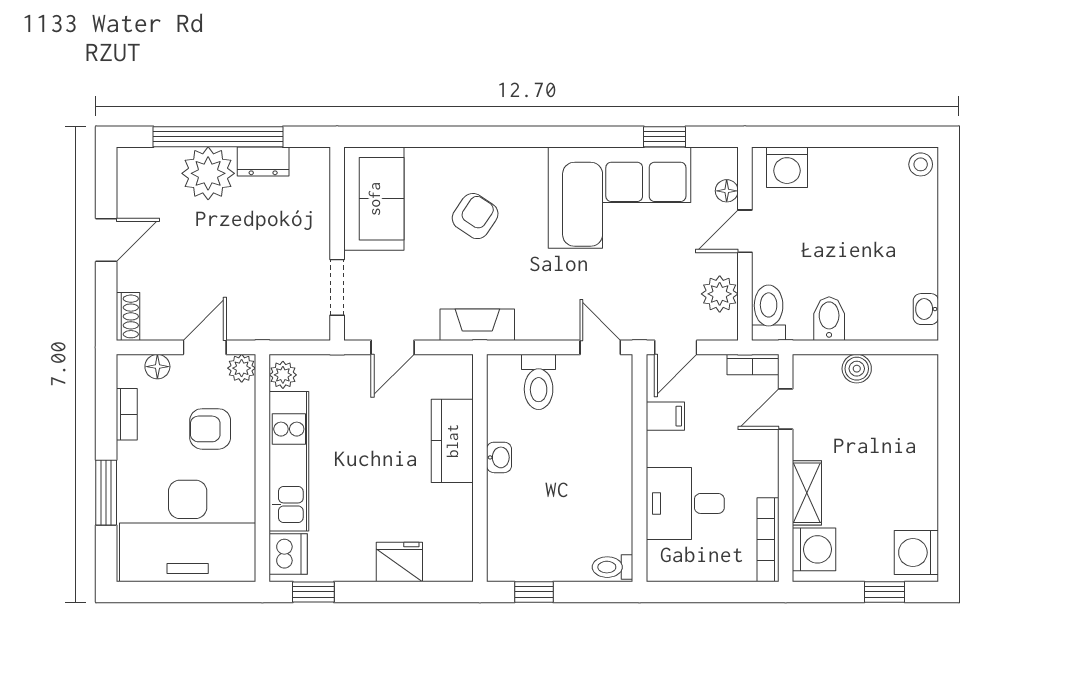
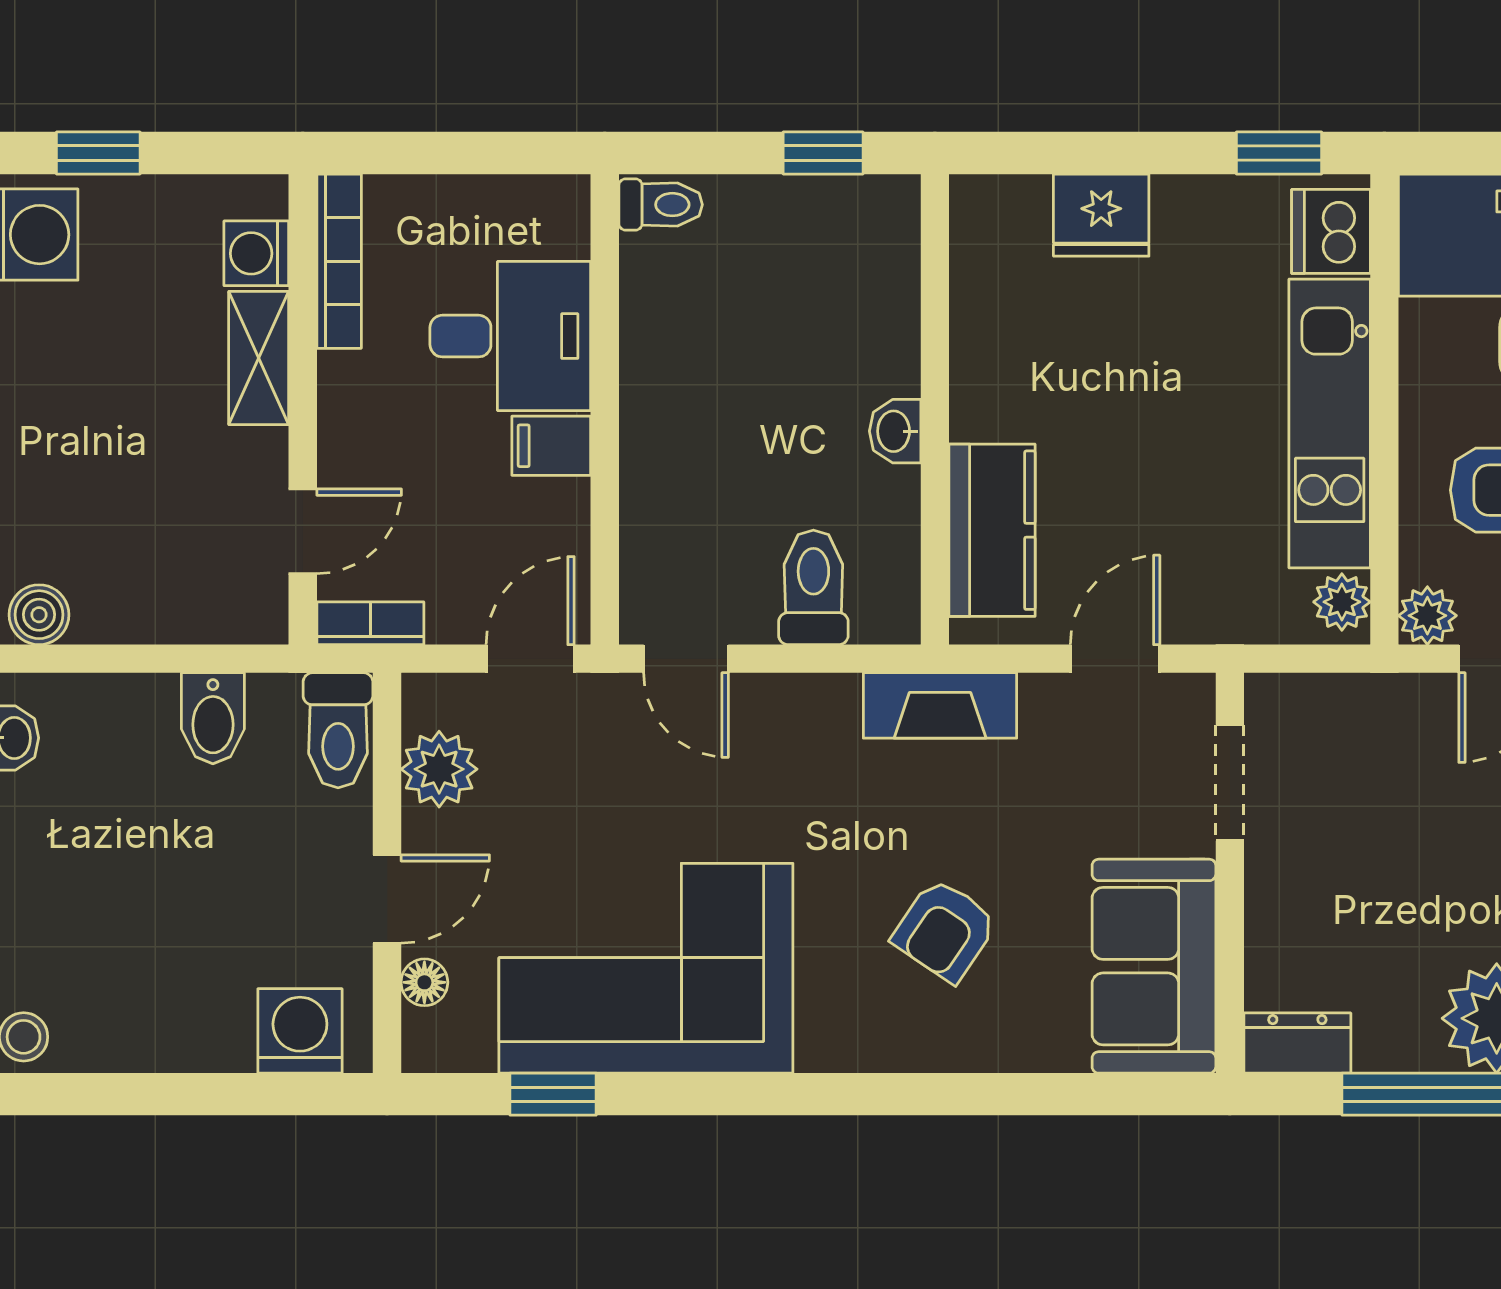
dresser: (263, 161) -> (1297, 1043), moved
boiler: (857, 369) -> (39, 615), moved
filing cabinet: (665, 416) -> (551, 446), moved
kitchen counter: (452, 441) -> (992, 530), moved
washing machine: (814, 549) -> (256, 253), width x0.73, depth x0.73

